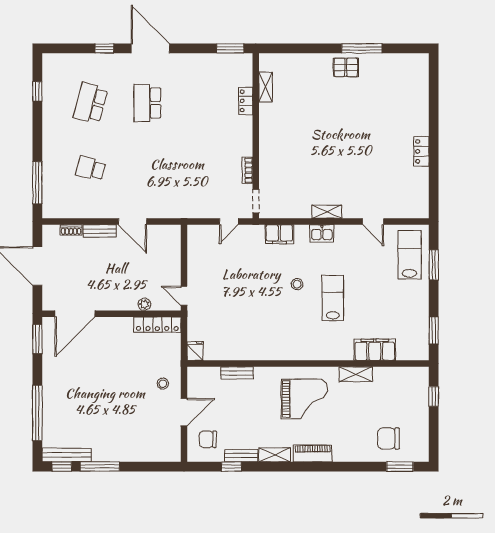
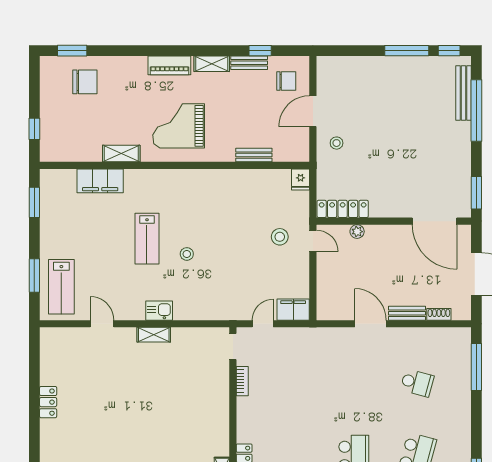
filing cabinet: (279, 234) -> (293, 310), moved
stool: (214, 300) -> (280, 237), added
door: (75, 314) -> (434, 221), swing flipped
bench: (67, 455) -> (464, 93), moved, turned 90

